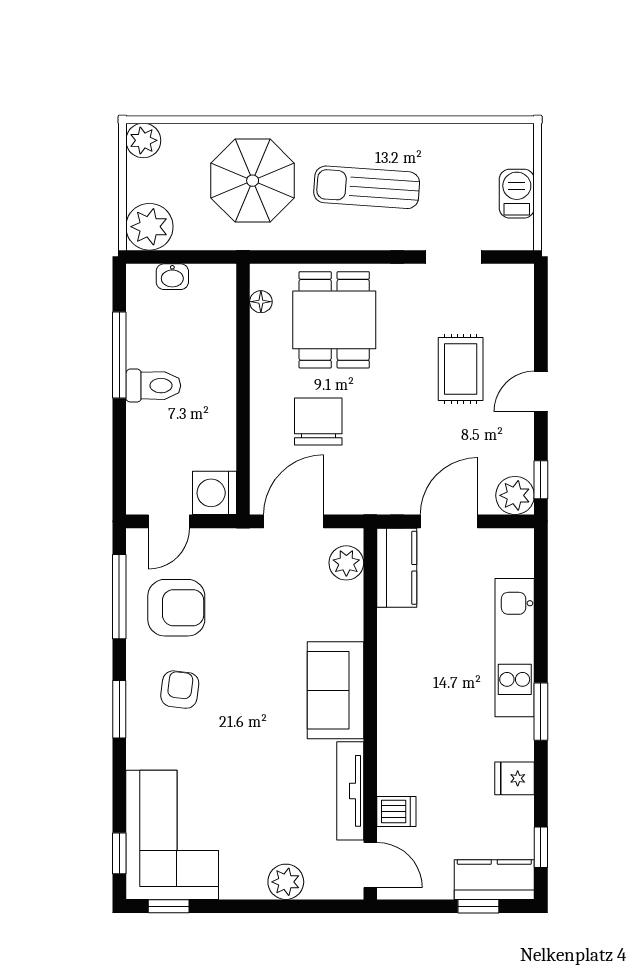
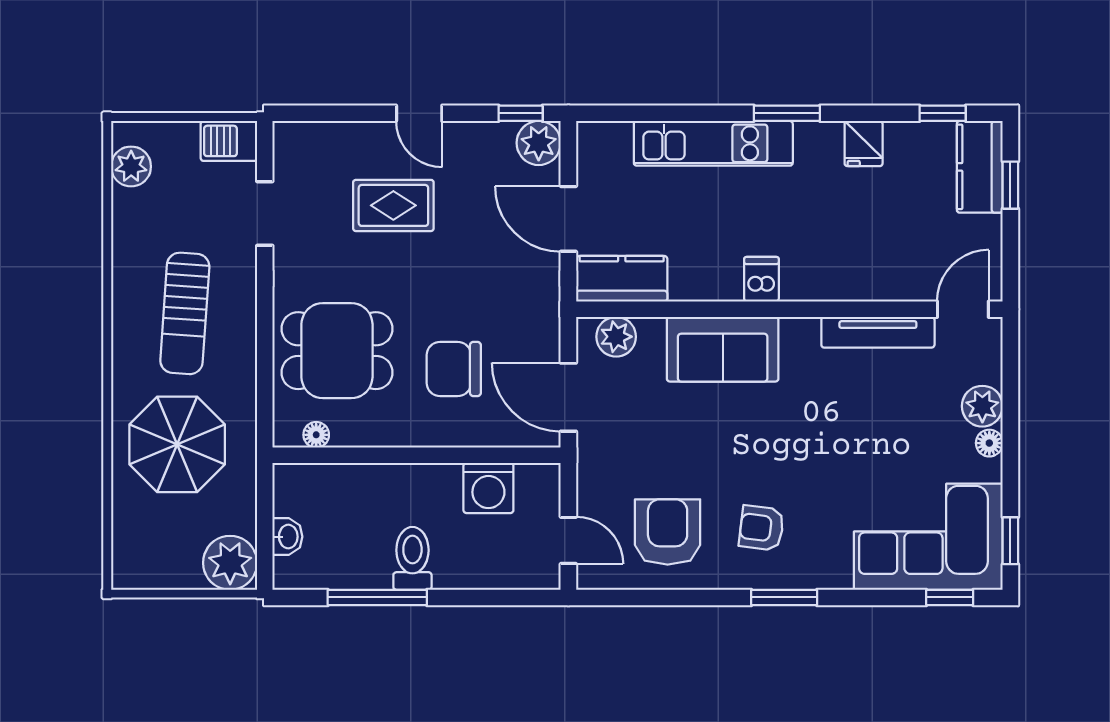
plant: (143, 140) -> (131, 166), moved
barbecue: (517, 194) -> (229, 141), moved
washing machine: (215, 493) -> (488, 488), moved
window: (119, 597) -> (655, 597), removed
sofa: (335, 690) -> (723, 349), moved
dishwasher: (396, 811) -> (761, 279), moved
floor lamp: (254, 888) -> (989, 443), added

